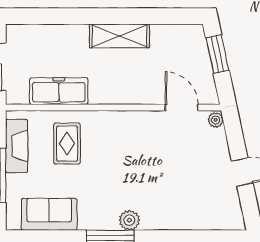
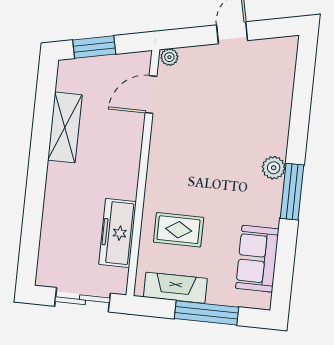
shelving: (119, 36) -> (65, 127), moved

